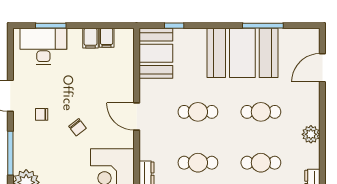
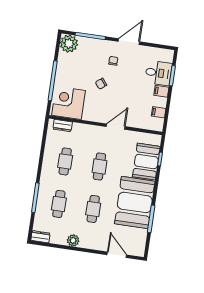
filing cabinet: (90, 38) -> (161, 91), moved
desk: (43, 46) -> (158, 73), width x0.73
booth: (156, 53) -> (146, 162), moved, turned 90
door: (137, 117) -> (116, 127), moved

